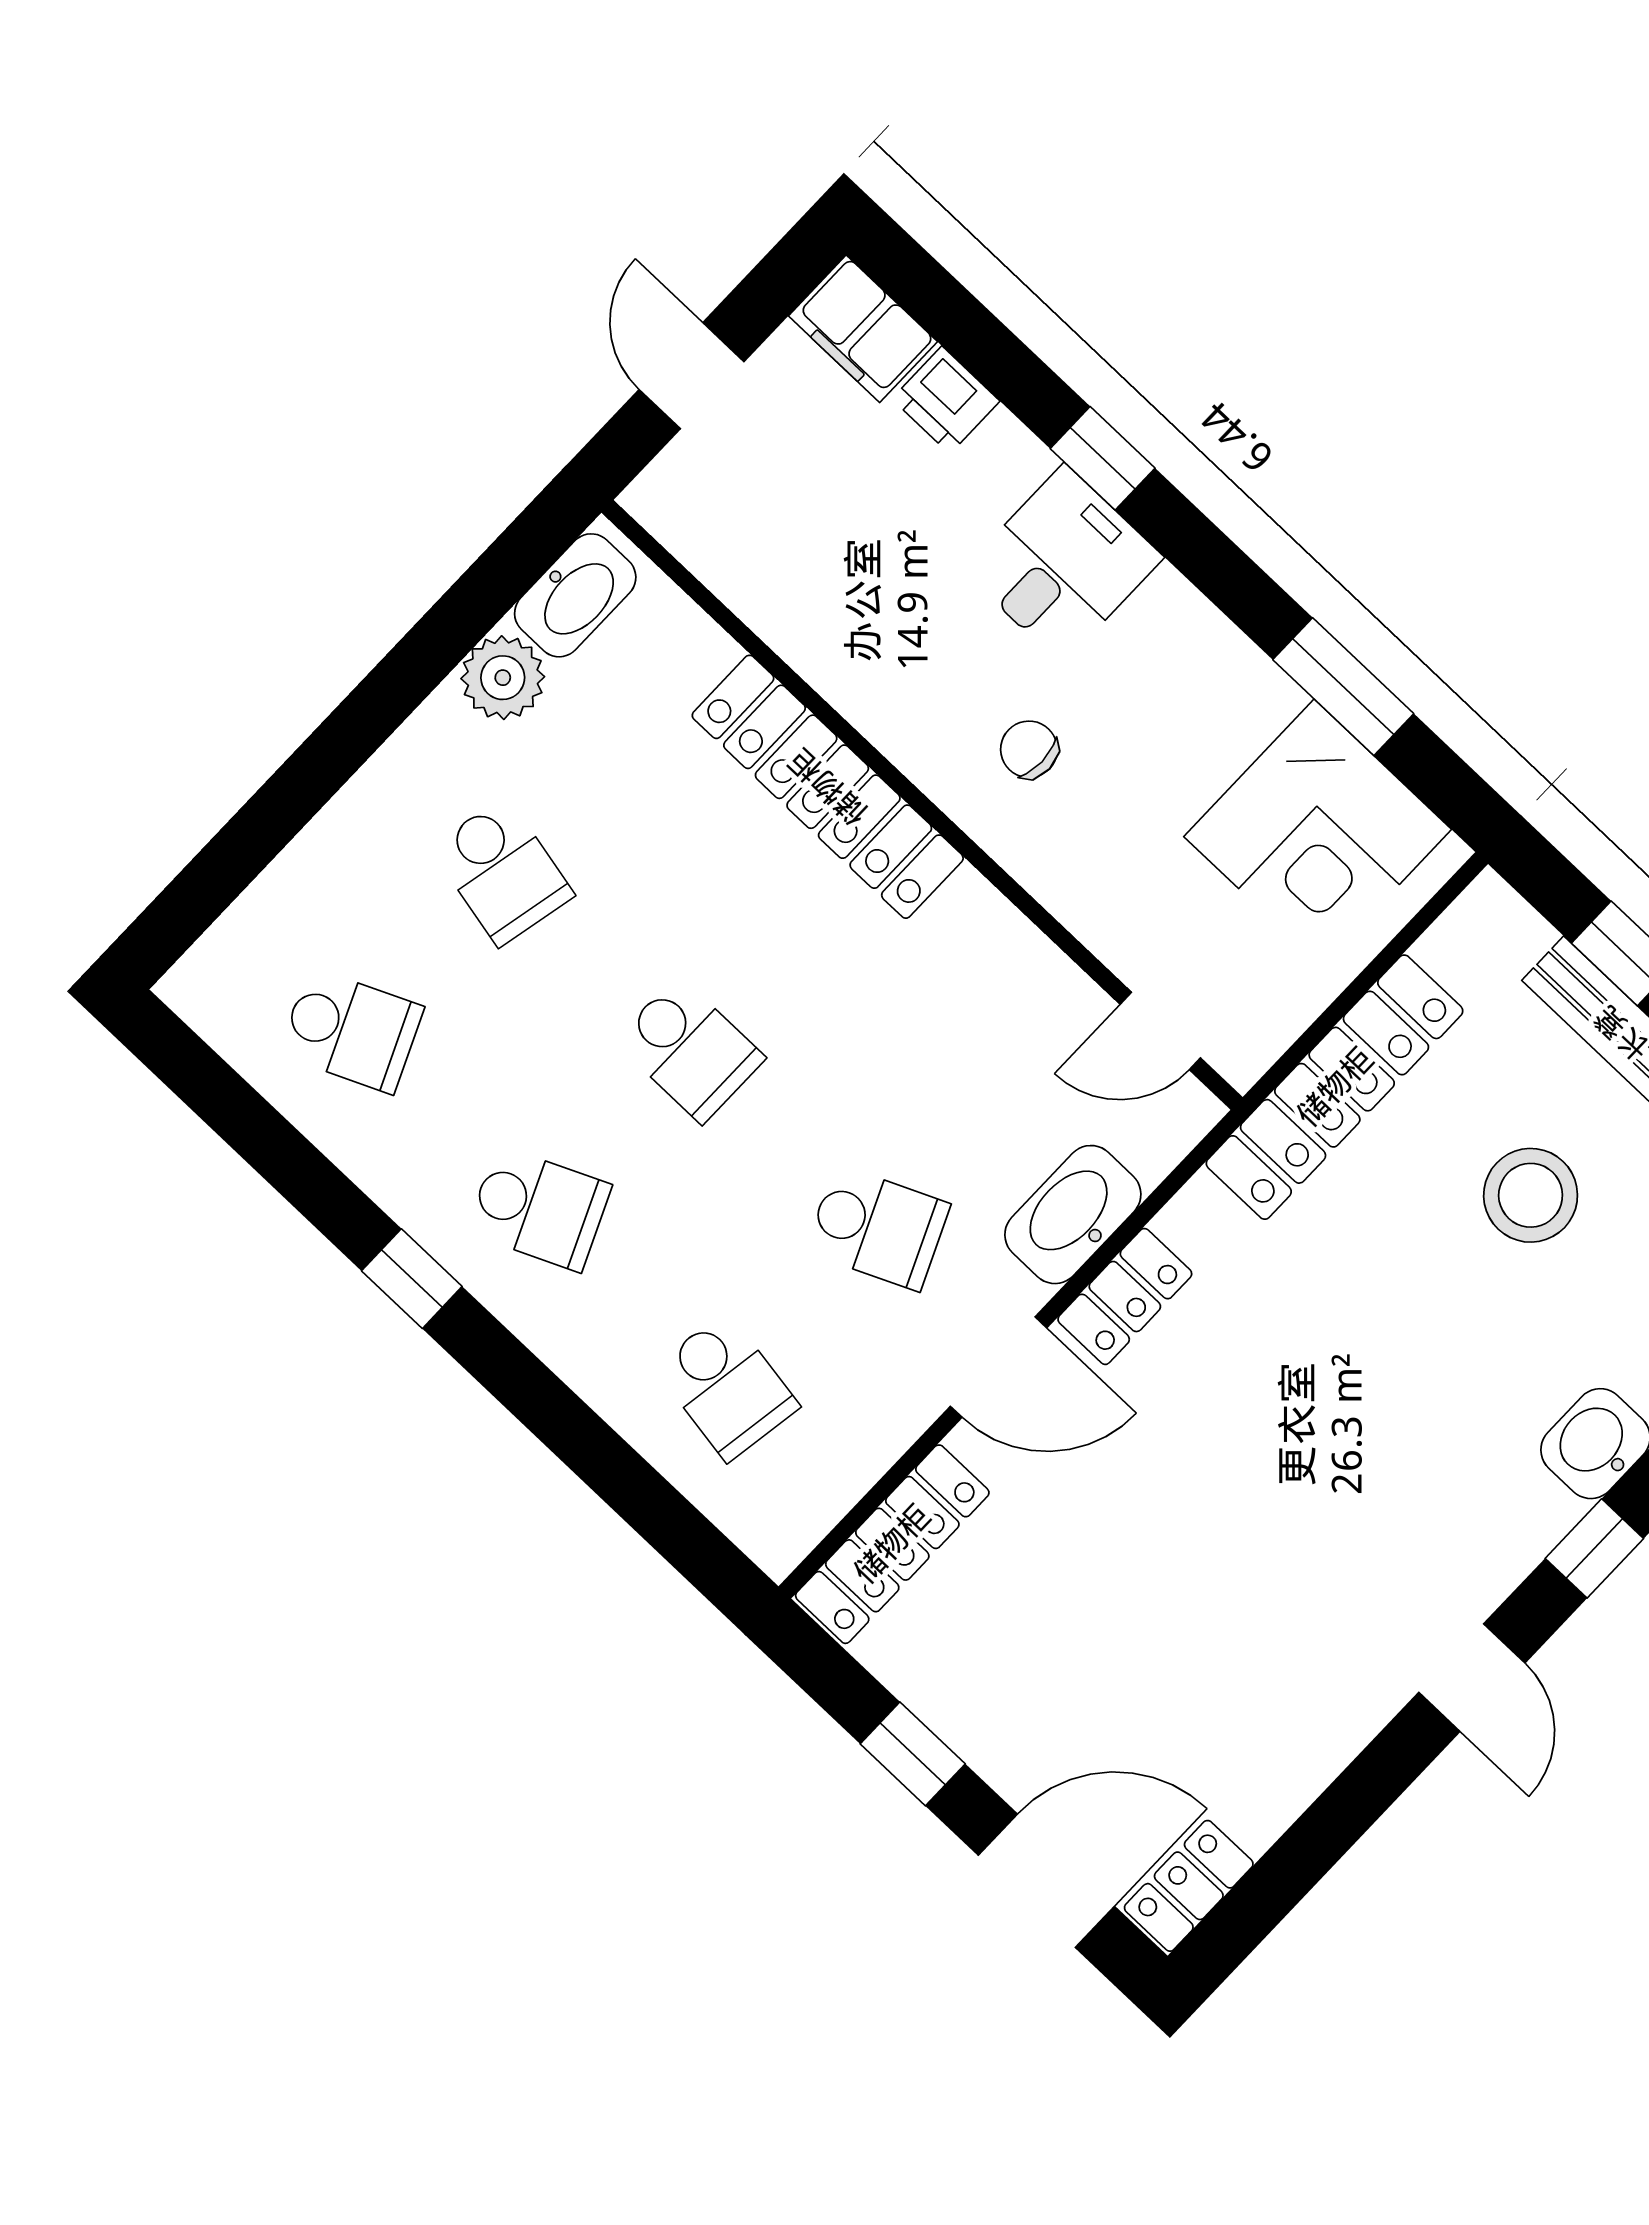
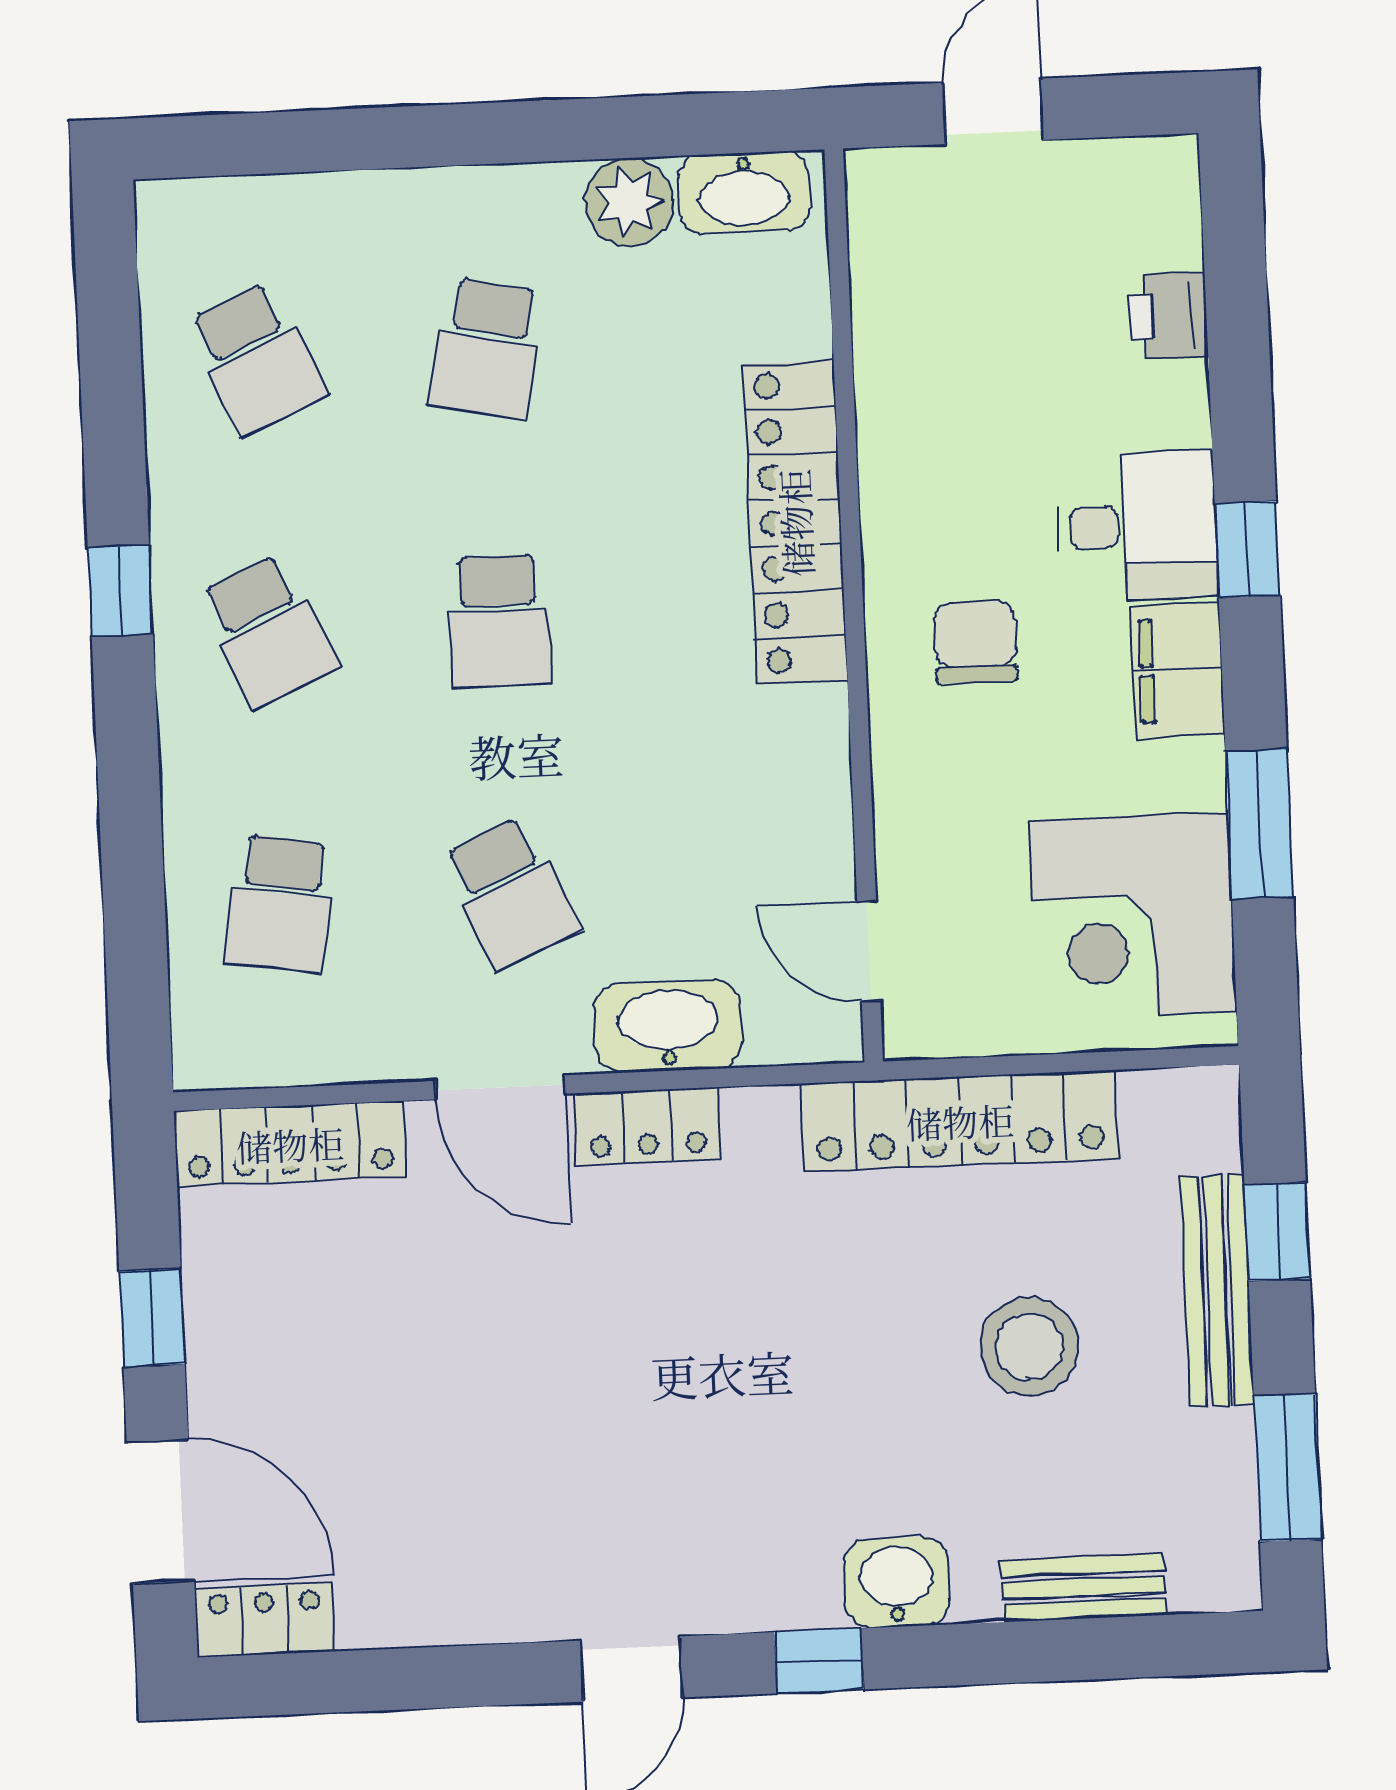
filing cabinet: (863, 329) -> (1178, 670), moved
window: (1103, 458) -> (1247, 549), moved
chair: (1029, 749) -> (975, 642), width x1.37, depth x1.37

